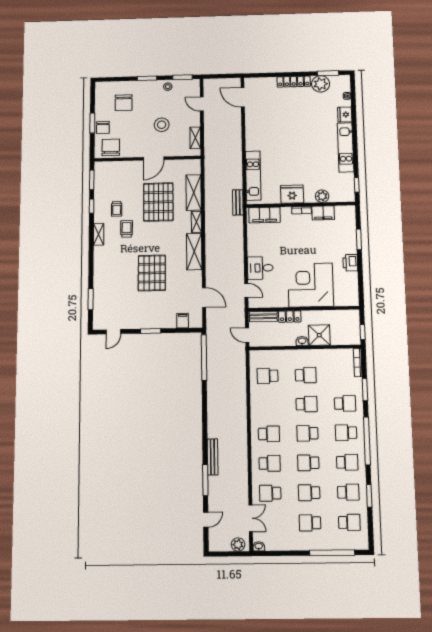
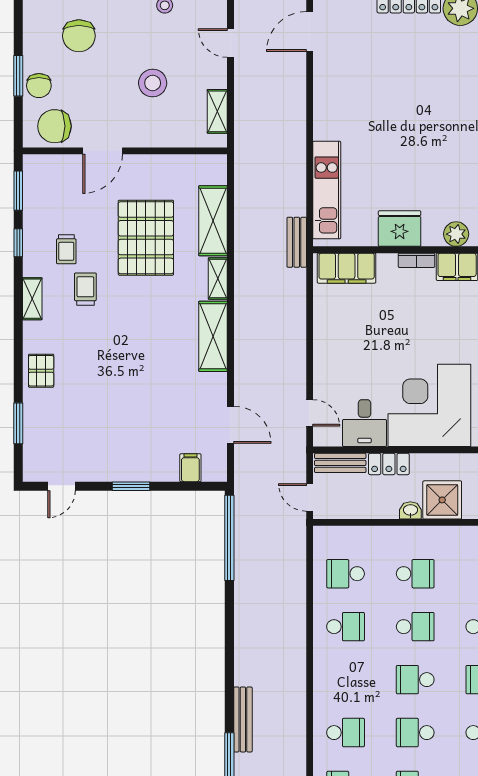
door: (243, 97) -> (310, 32), hinge flipped
chair: (111, 147) -> (54, 126), turned -90
door: (154, 158) -> (103, 151), moved
desk: (260, 268) -> (364, 423), moved, turned -90
pallet: (152, 273) -> (41, 371), moved, width x0.49, depth x0.50
school desk: (269, 434) -> (346, 627), moved

